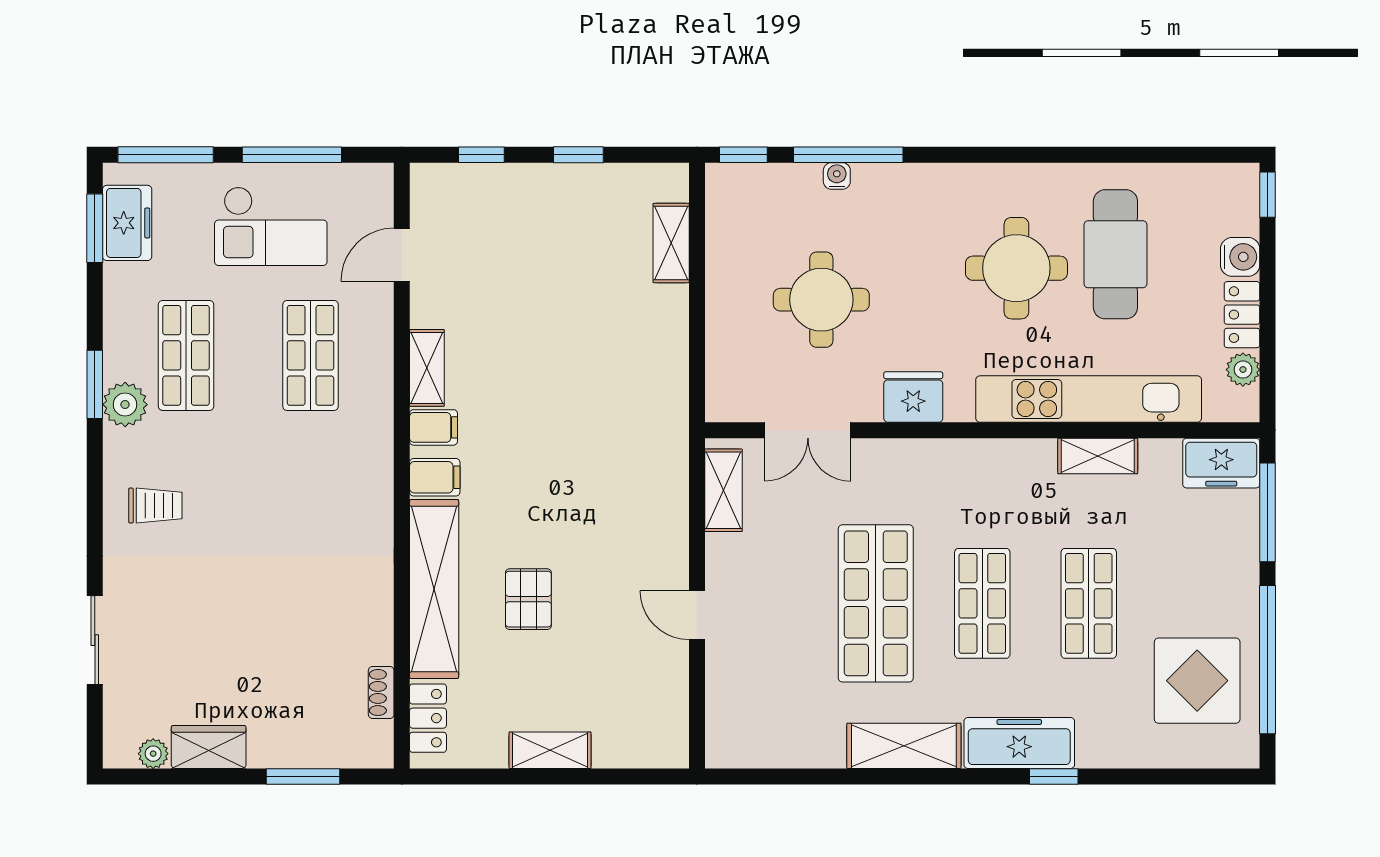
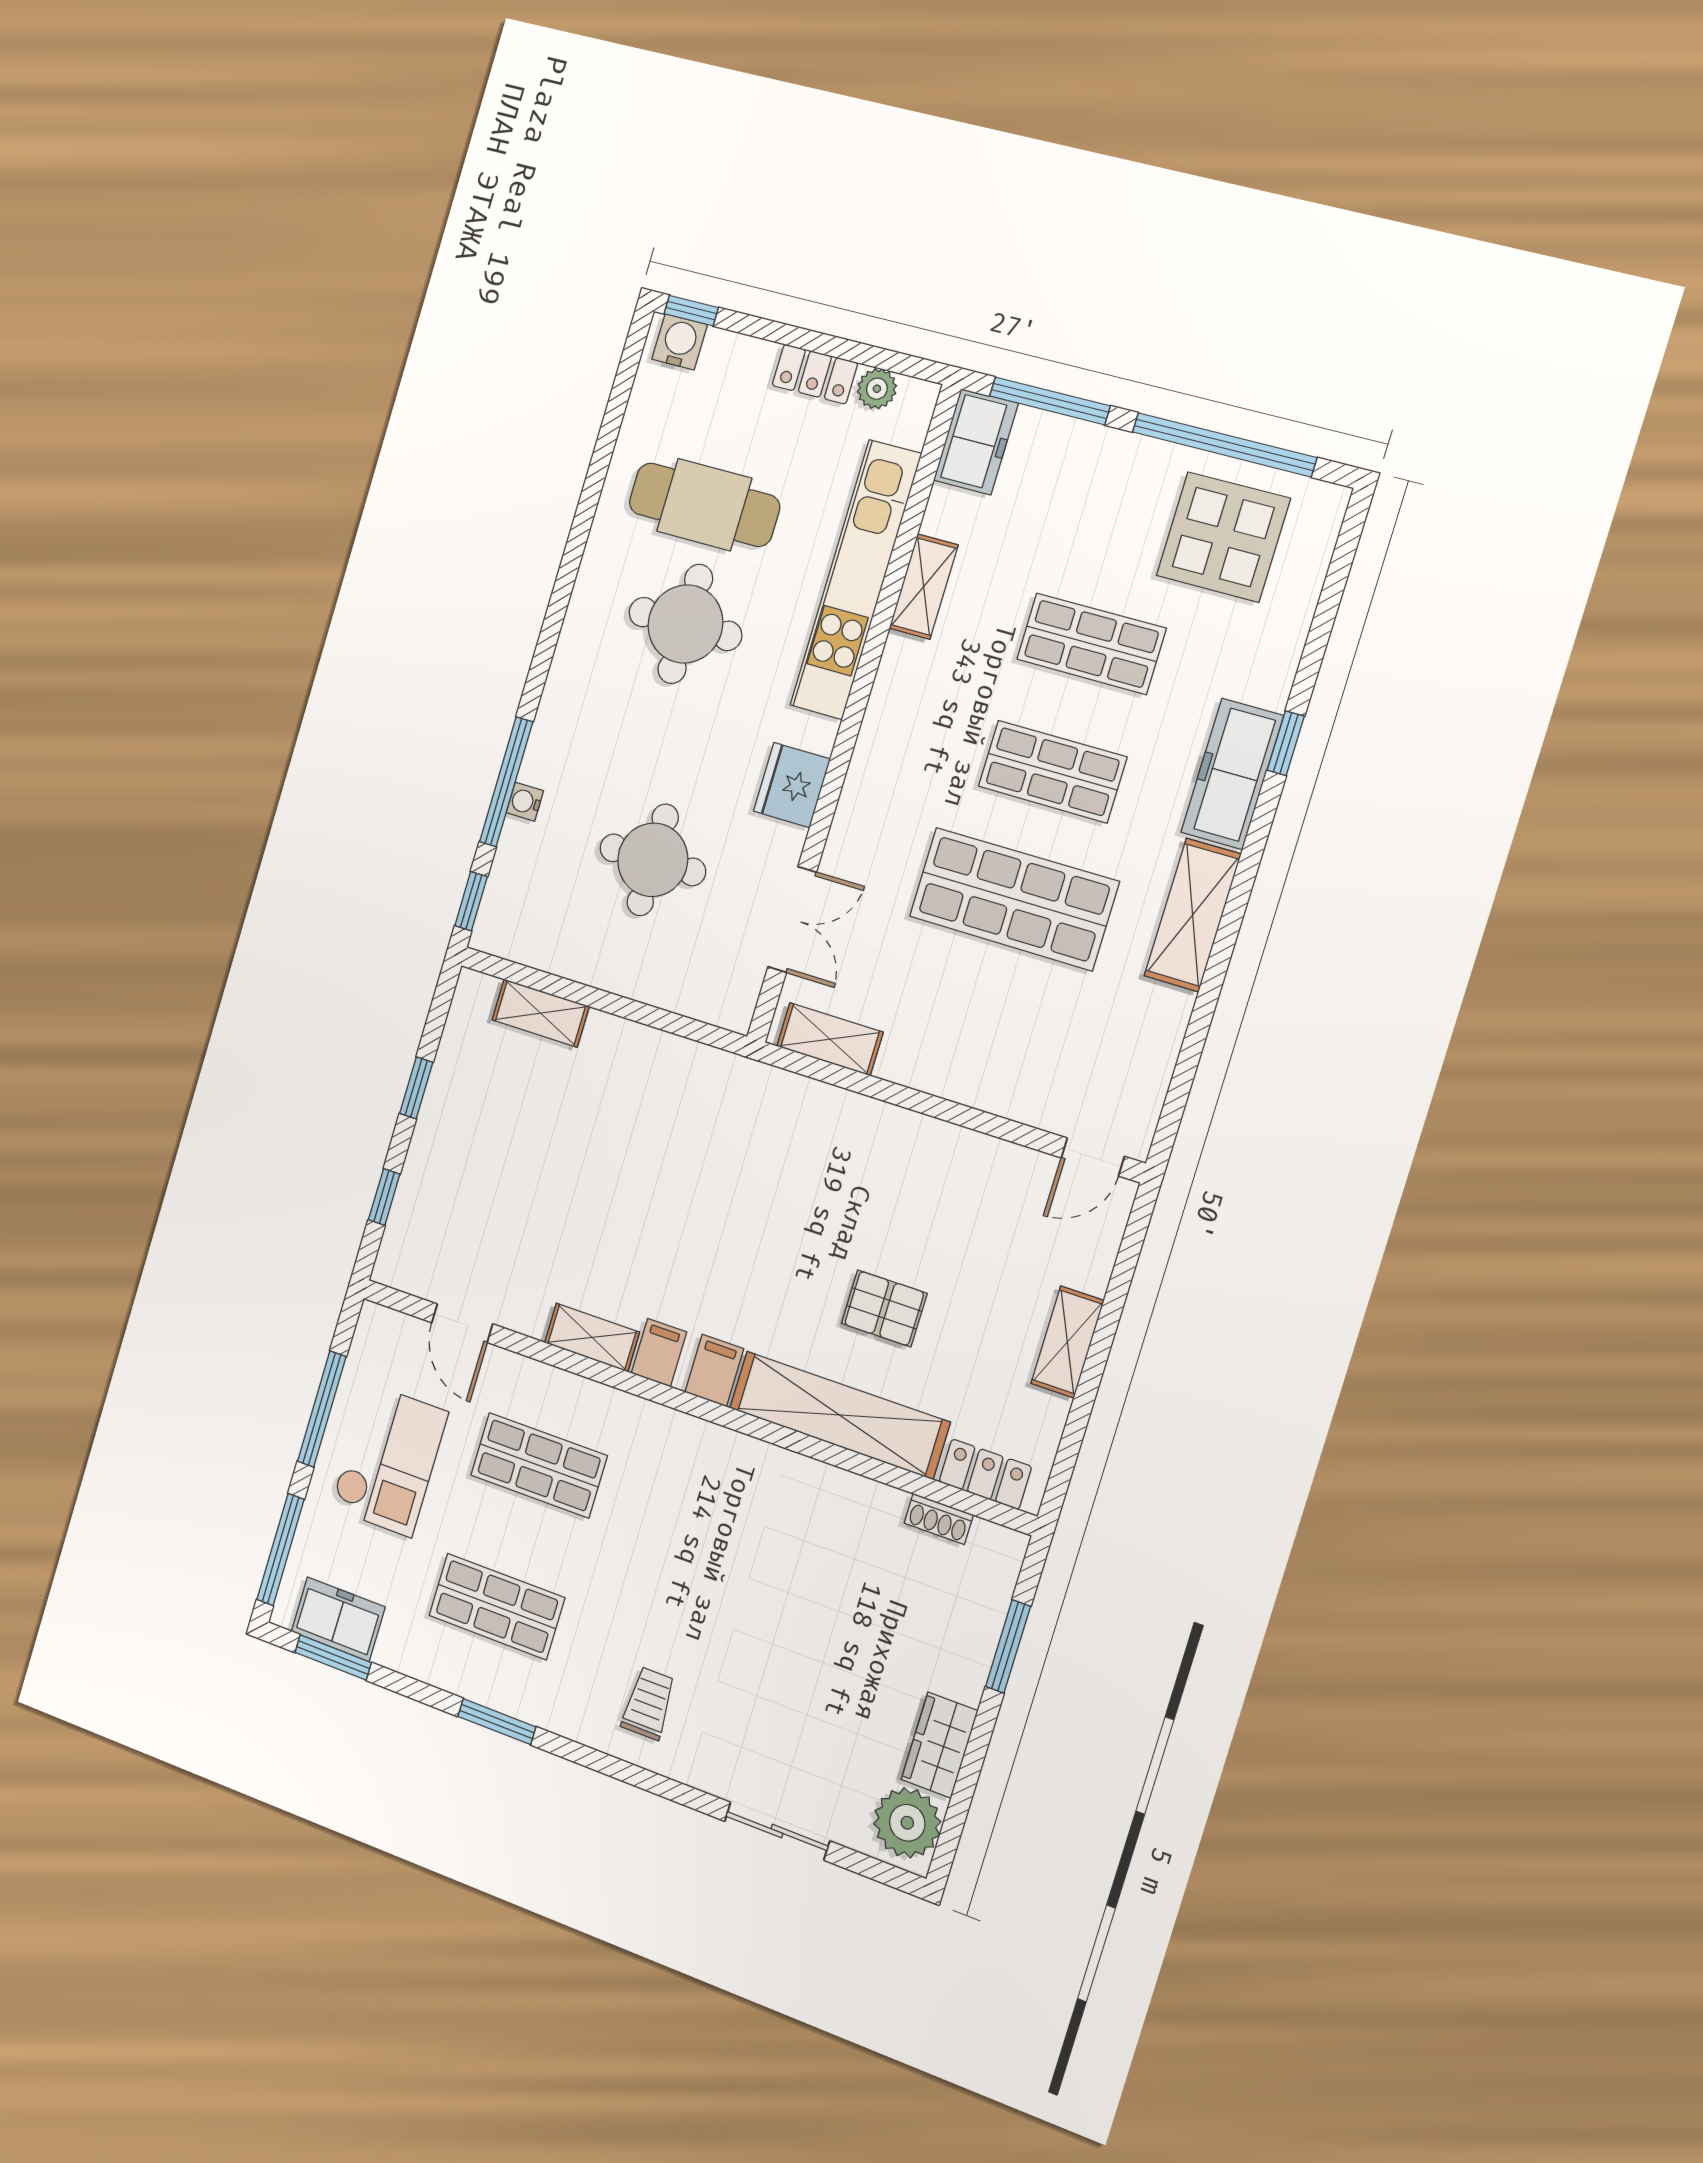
water cooler: (1240, 257) -> (680, 342), moved
plant: (125, 405) -> (529, 1696), removed
door: (697, 615) -> (1093, 1157), moved
plant: (153, 754) -> (907, 1823), width x1.88, depth x1.88

